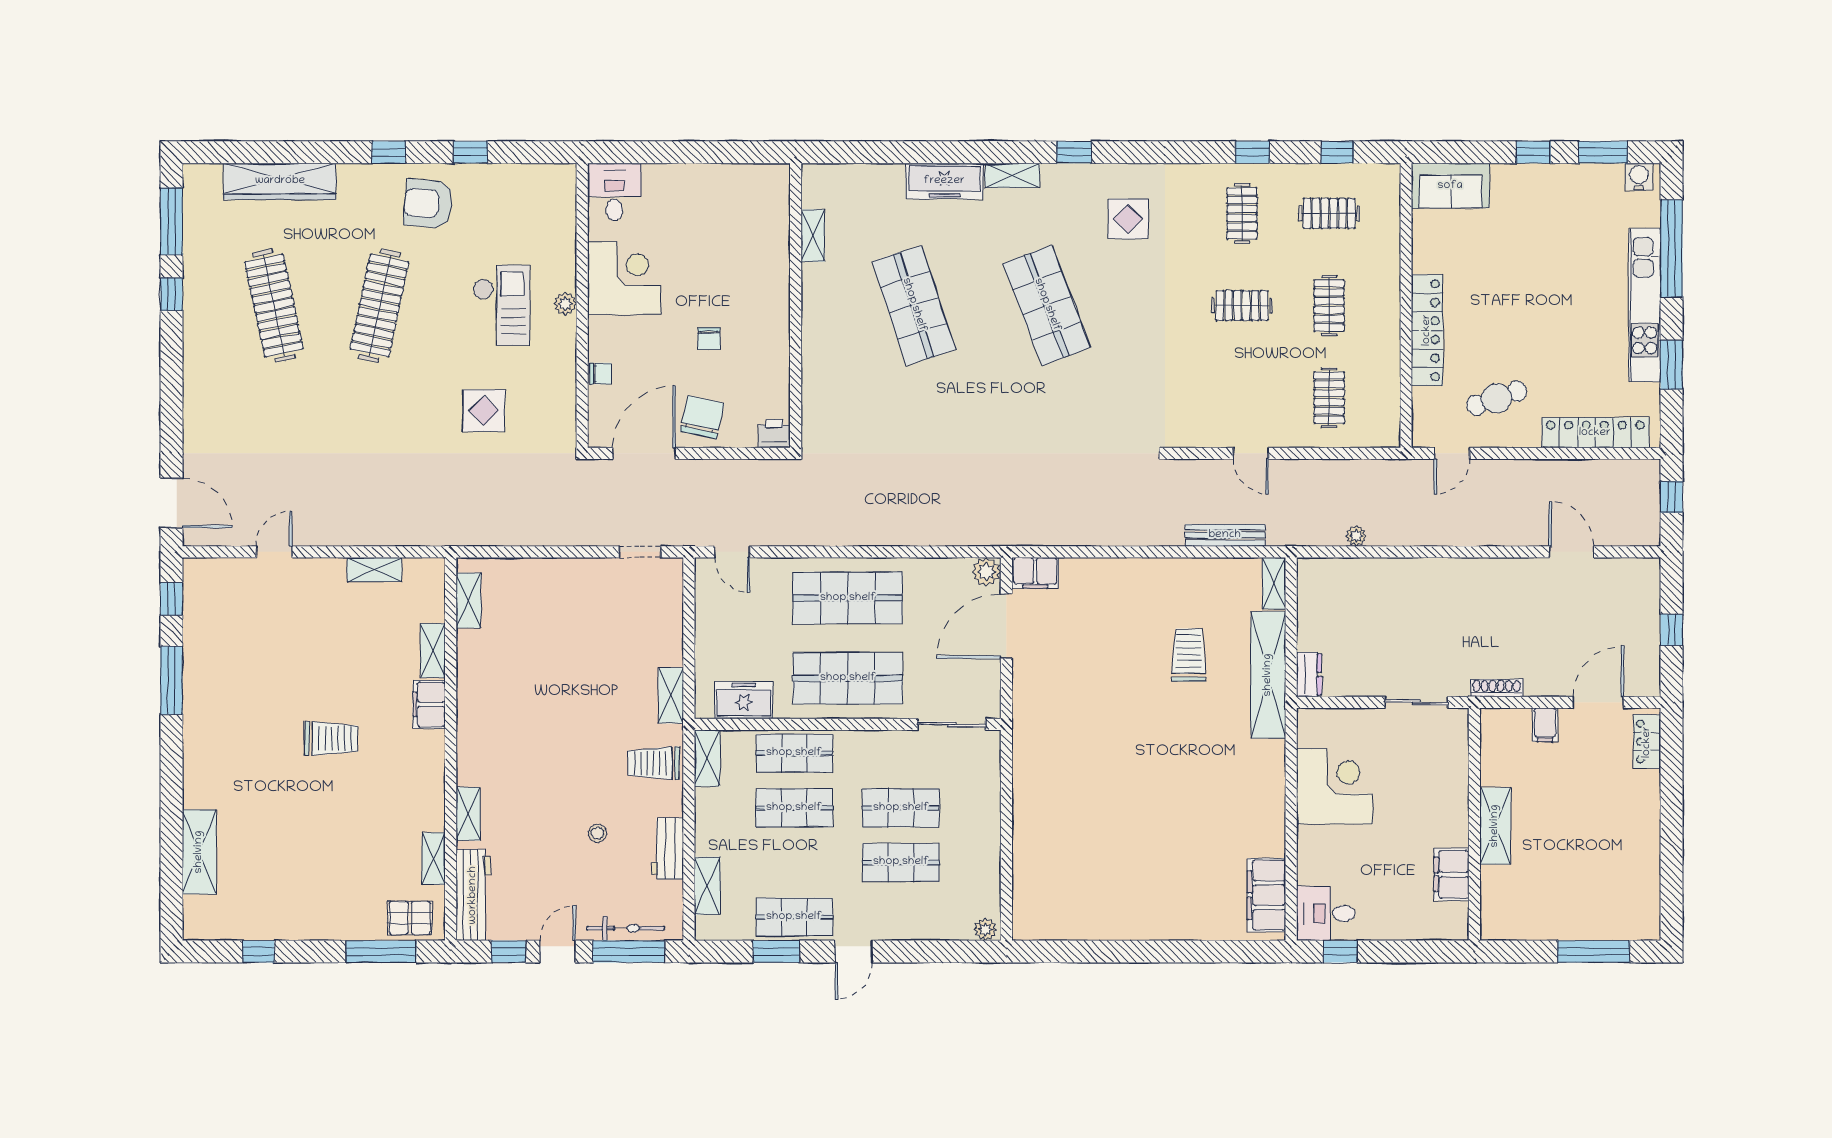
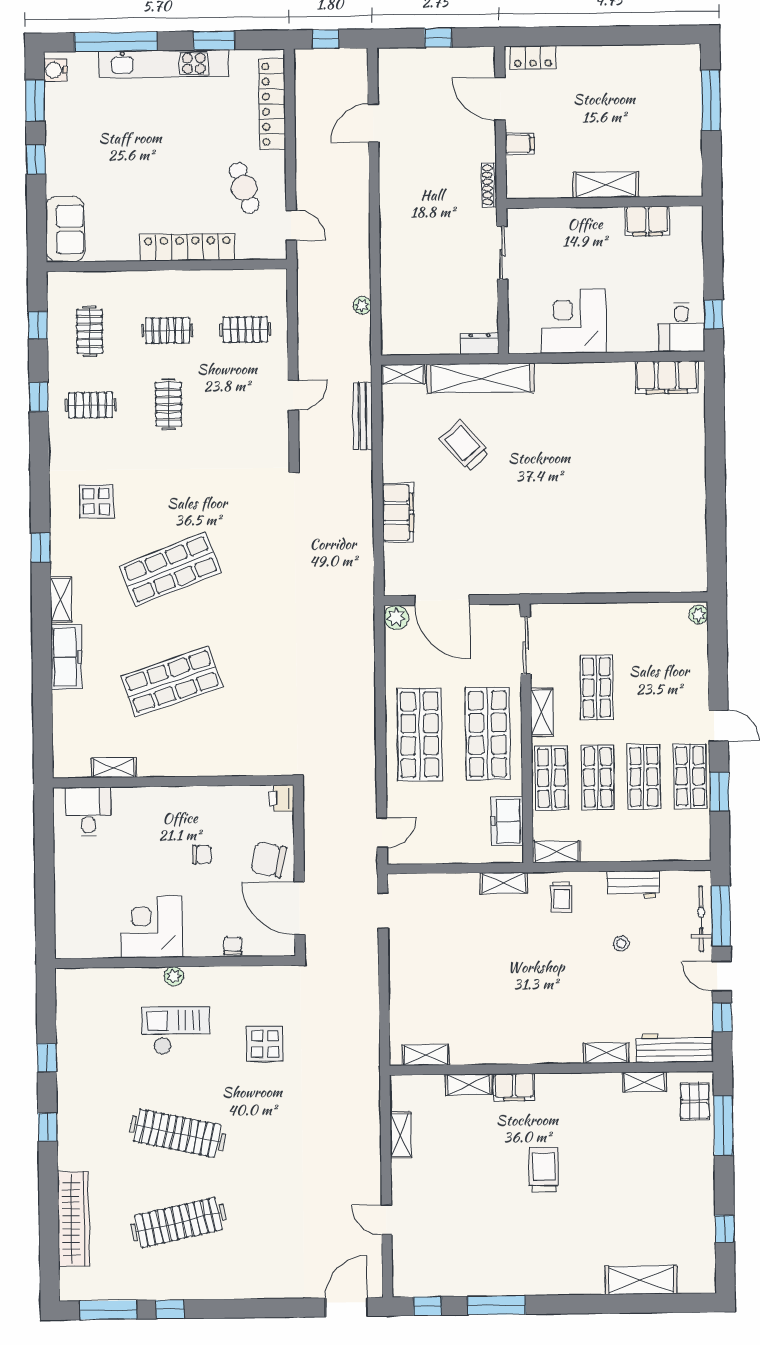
desk: (614, 192) -> (88, 812), moved, turned 90
armchair: (428, 204) -> (91, 1093), removed
filing cabinet: (1035, 573) -> (398, 513), moved, width x1.50, depth x1.17
trolley: (1189, 655) -> (464, 446), turned 48
trolley: (654, 763) -> (561, 897), width x0.73, depth x0.72
shop shelf: (901, 862) -> (644, 777), moved
shelving: (707, 886) -> (542, 712), moved, turned 90

